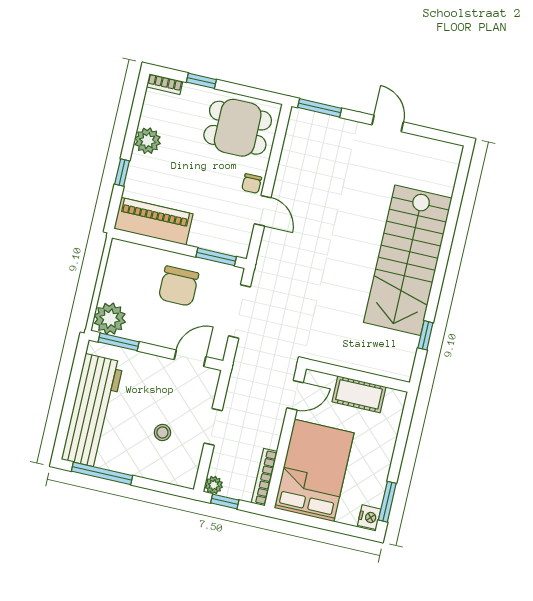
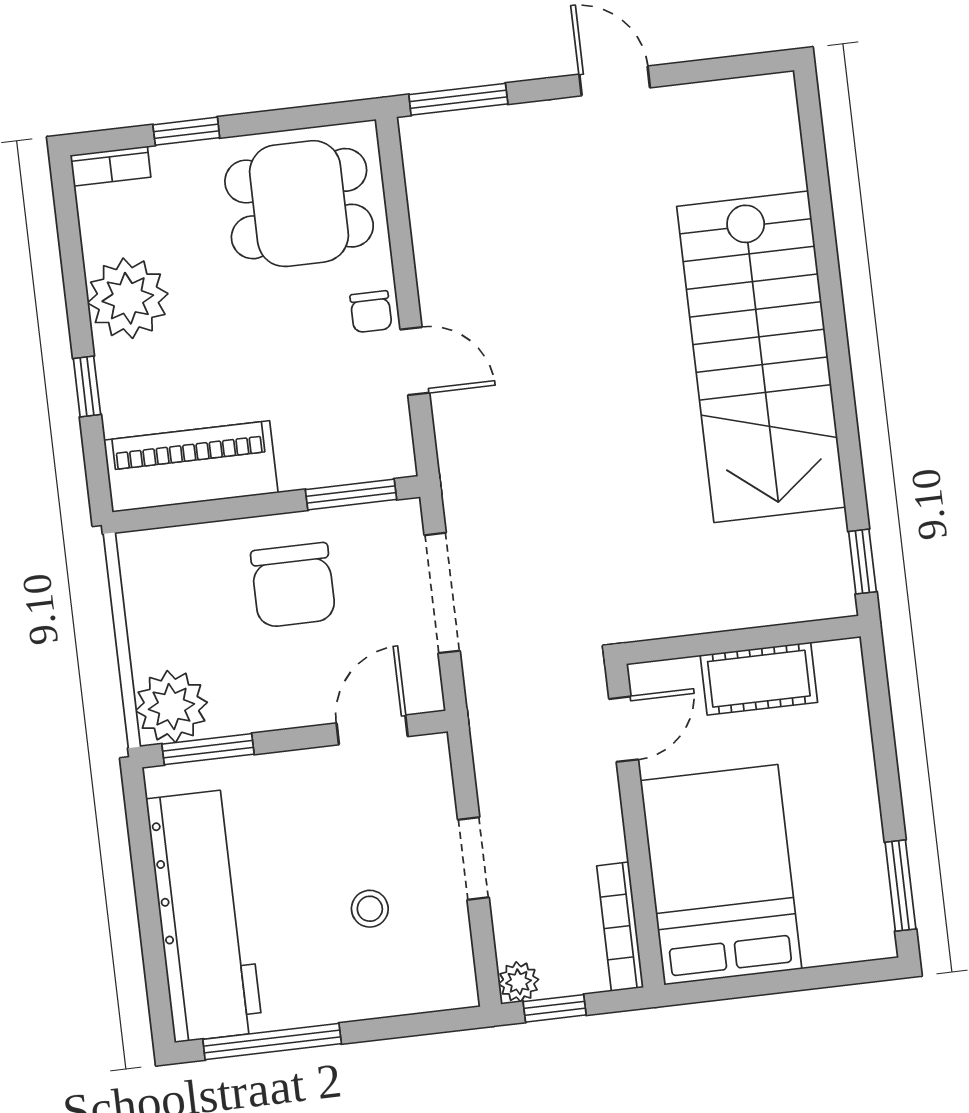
plant: (148, 141) -> (128, 298), width x1.36, depth x1.36
window: (425, 335) -> (862, 562), moved
nightstand: (369, 517) -> (874, 932), removed

